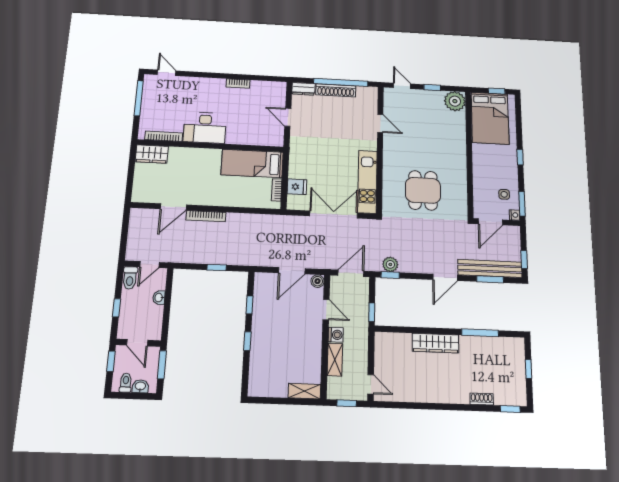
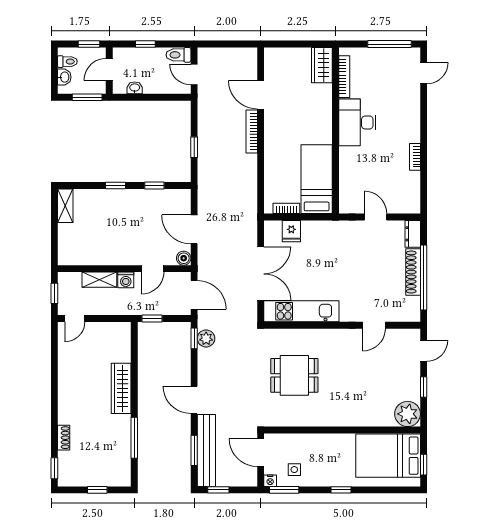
door: (288, 117) -> (376, 217), hinge flipped
washbasin: (159, 298) -> (135, 88), moved
shelving: (304, 391) -> (65, 206), moved

